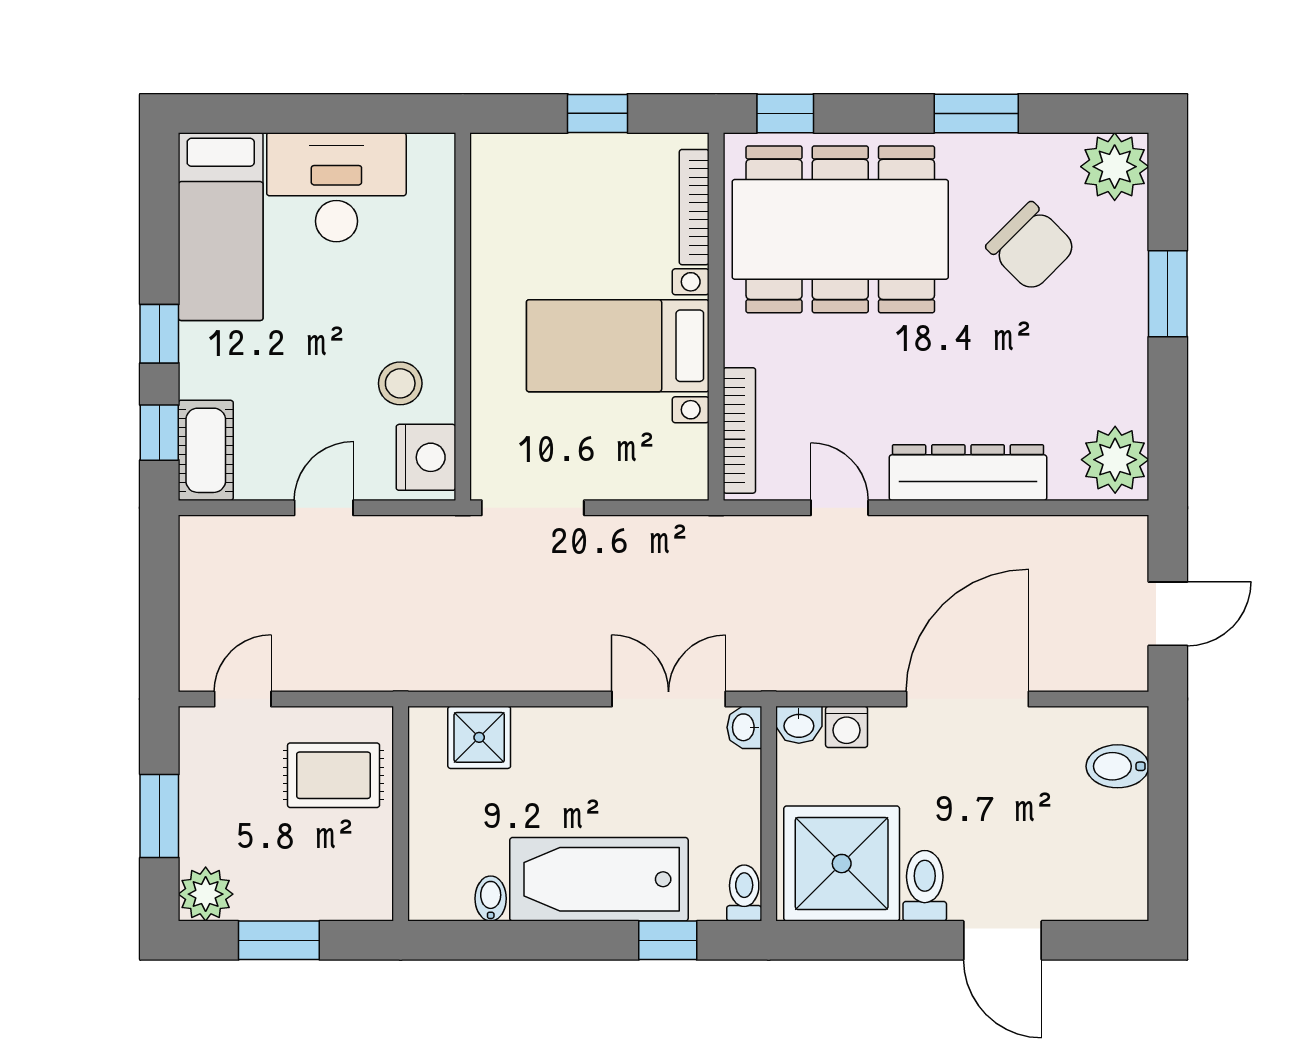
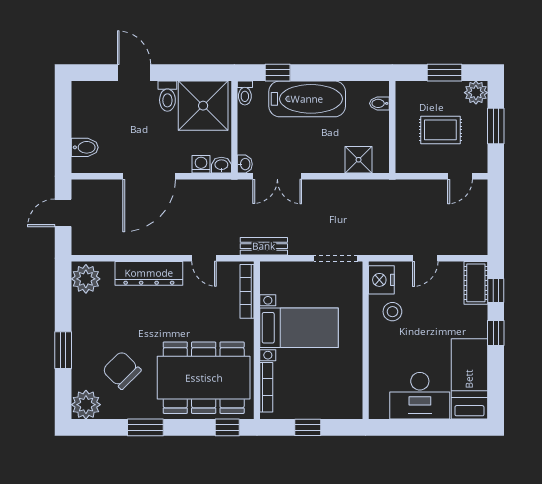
bench: (700, 536) -> (264, 246), added
rug: (334, 775) -> (440, 130), moved
bidet: (491, 899) -> (379, 103), moved, turned 90

